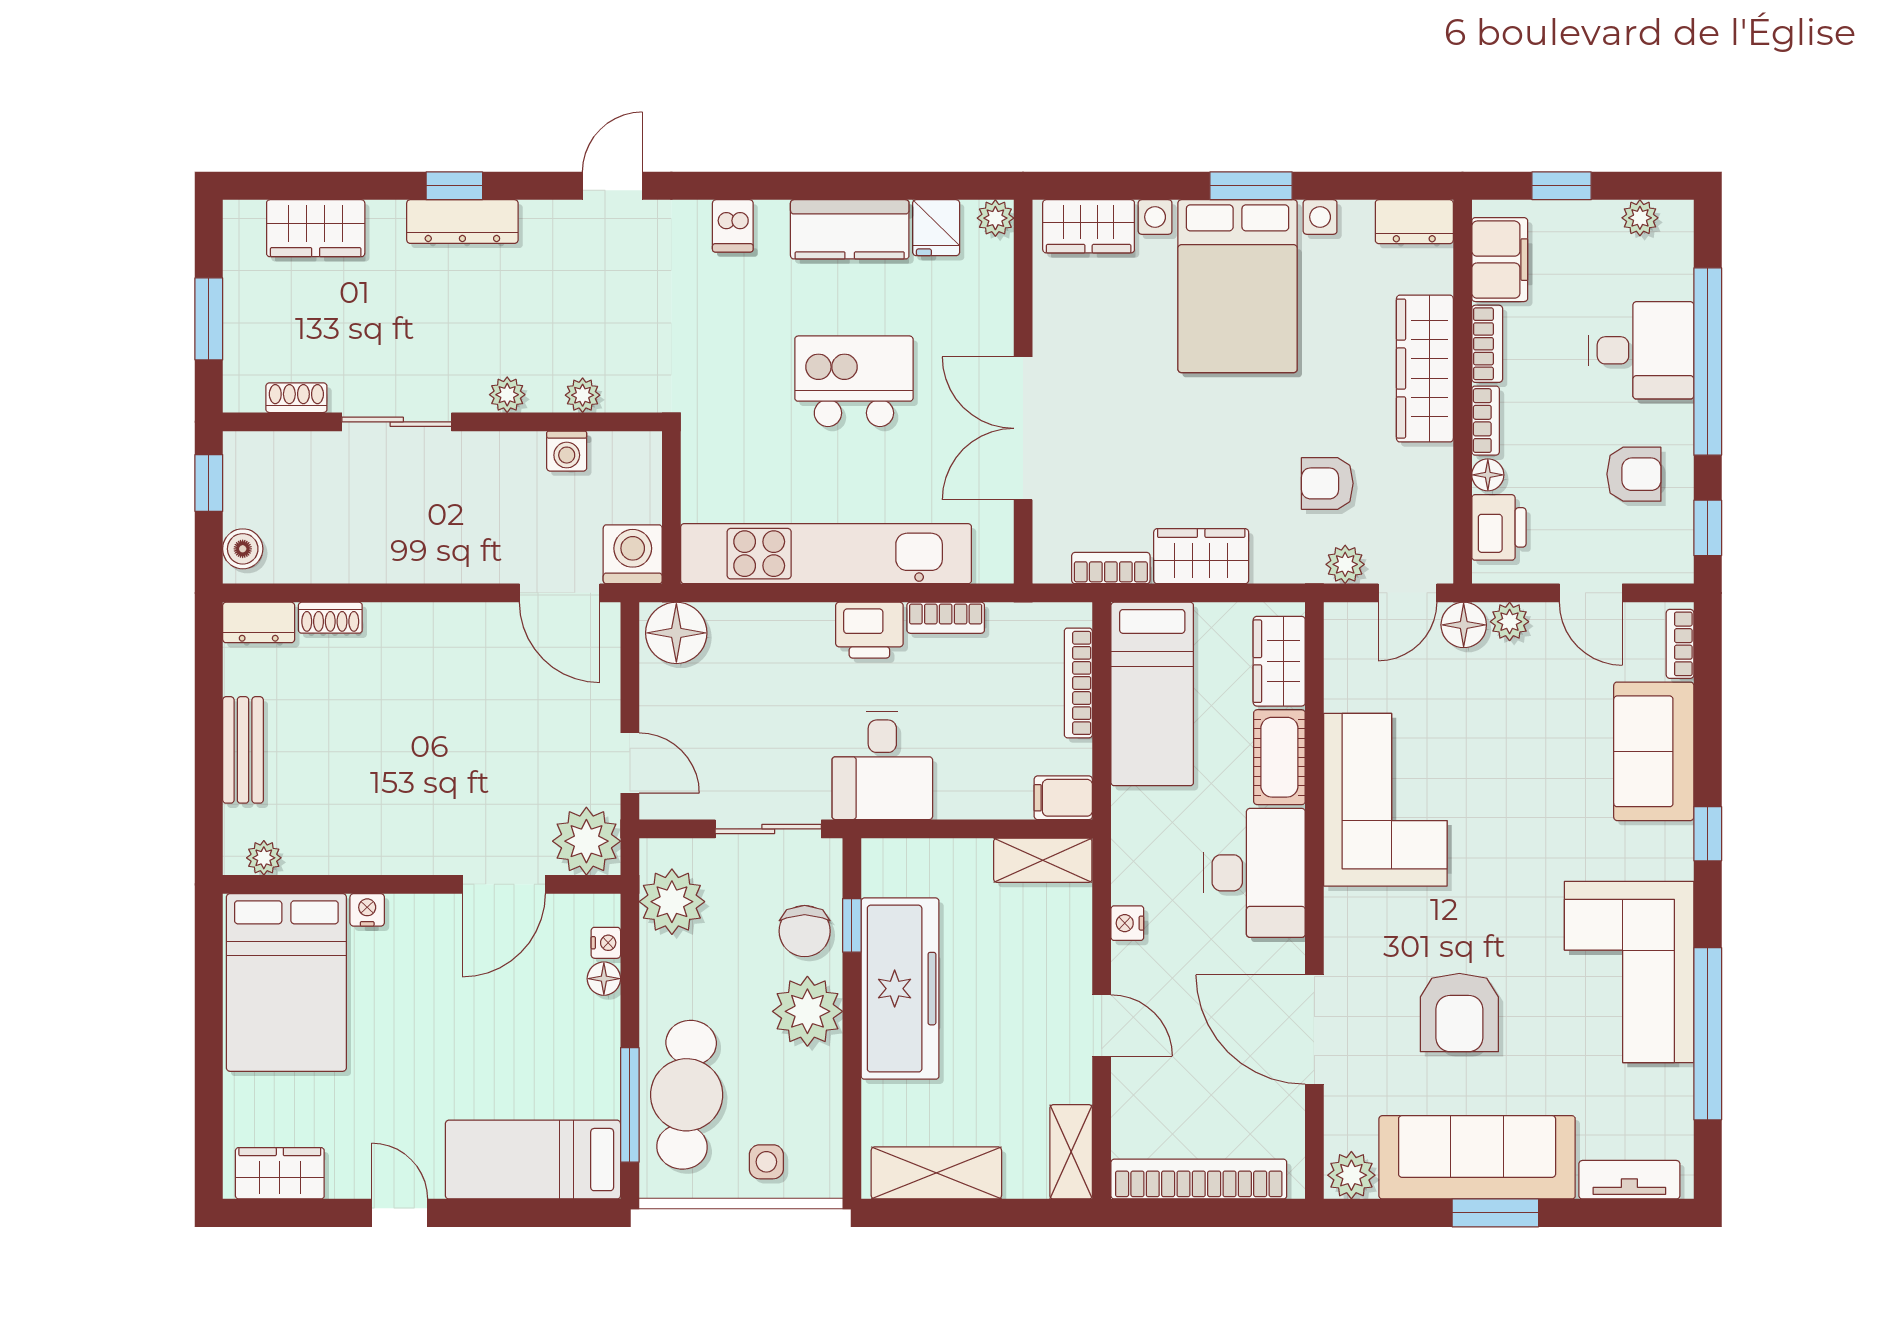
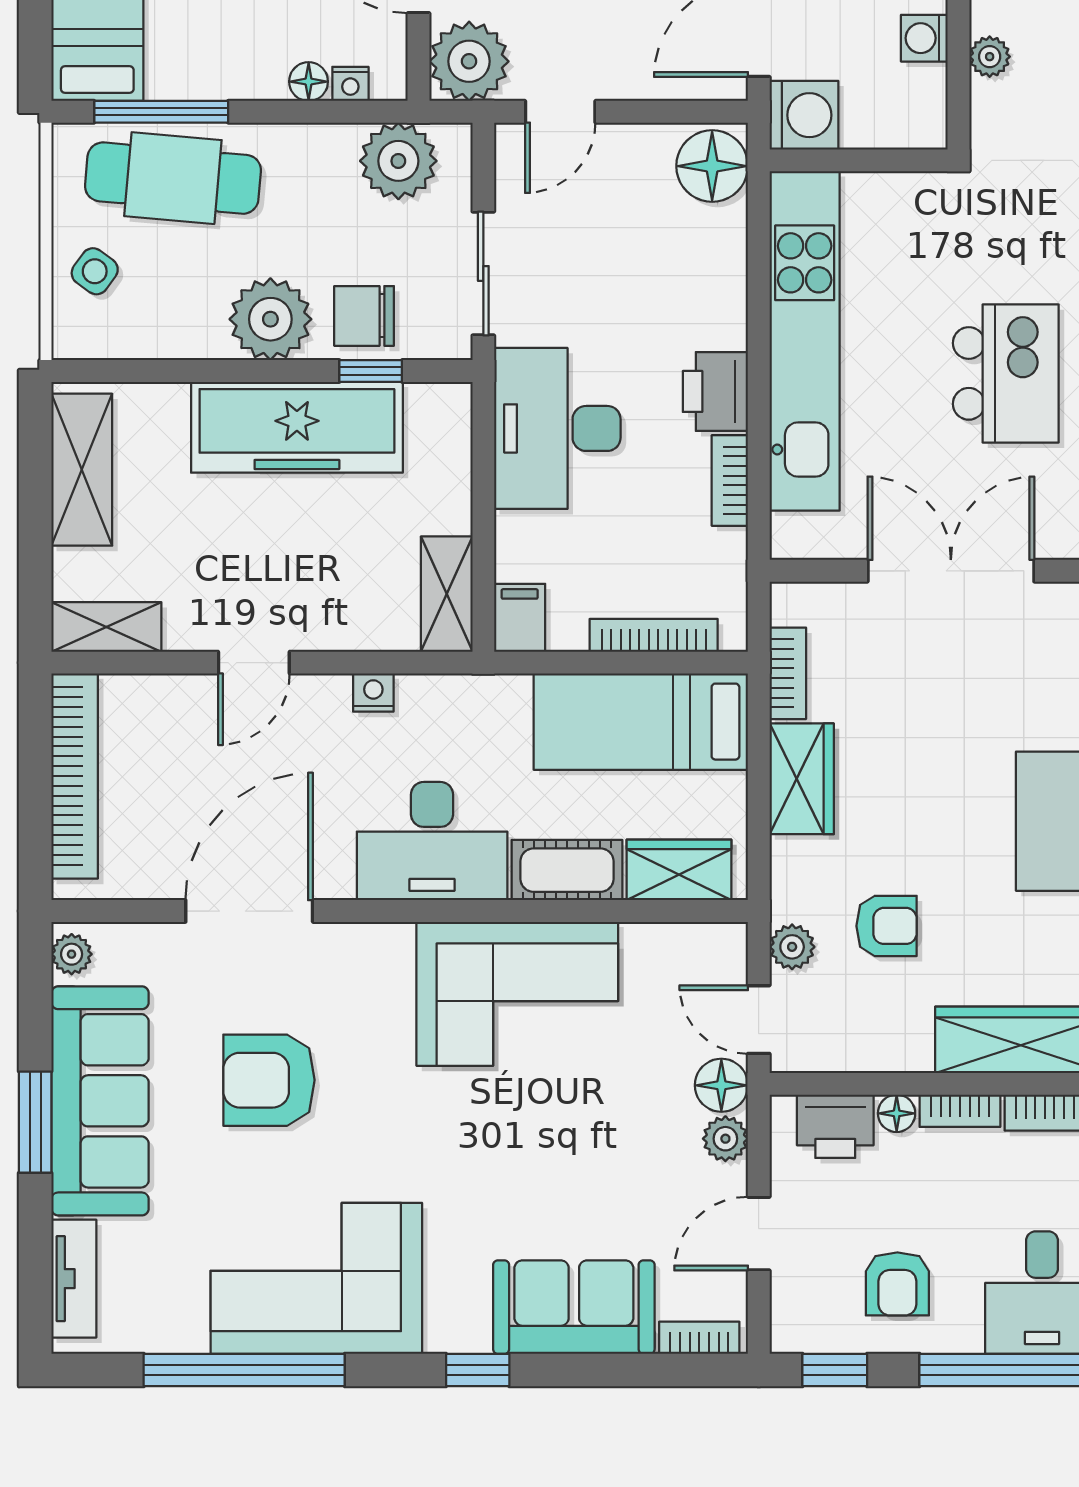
armchair: (1327, 483) -> (887, 926), turned 90
desk: (882, 765) -> (557, 428), width x1.37
side table: (766, 1162) -> (95, 271), turned 36
plant: (1351, 1175) -> (72, 954), width x0.73, depth x0.73

